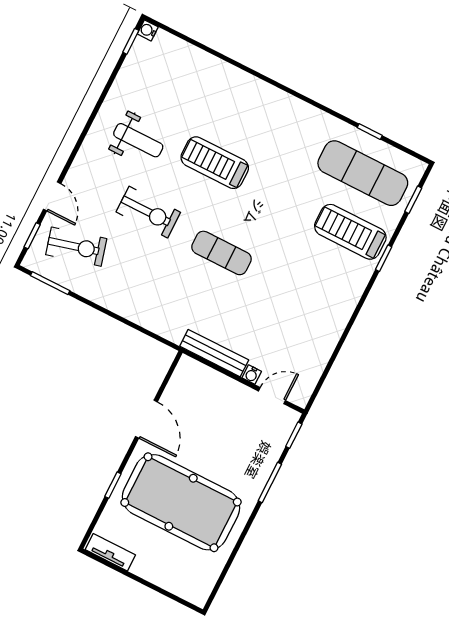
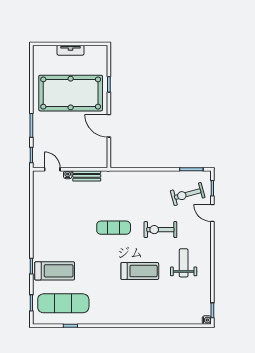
weight bench: (138, 140) -> (184, 263), turned 90
bench: (214, 353) -> (87, 176), width x0.73
door: (272, 396) -> (52, 169), swing flipped
tv unit: (110, 552) -> (70, 50), moved

